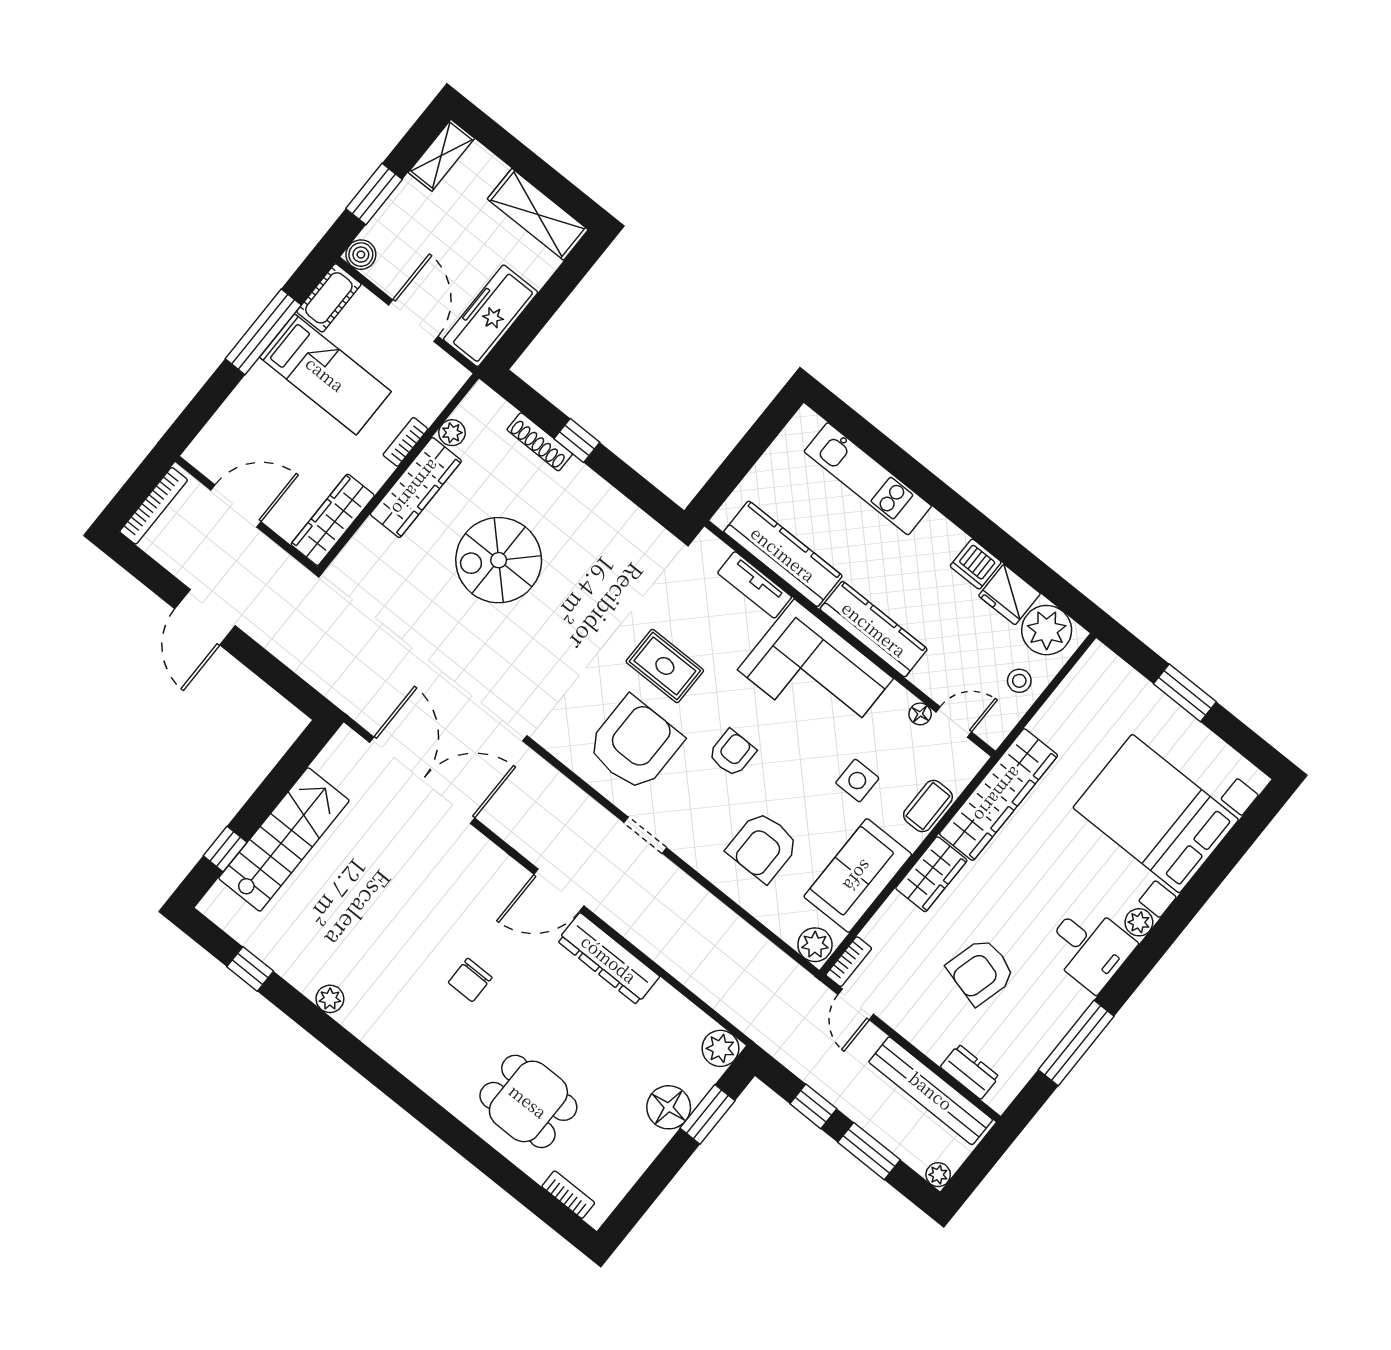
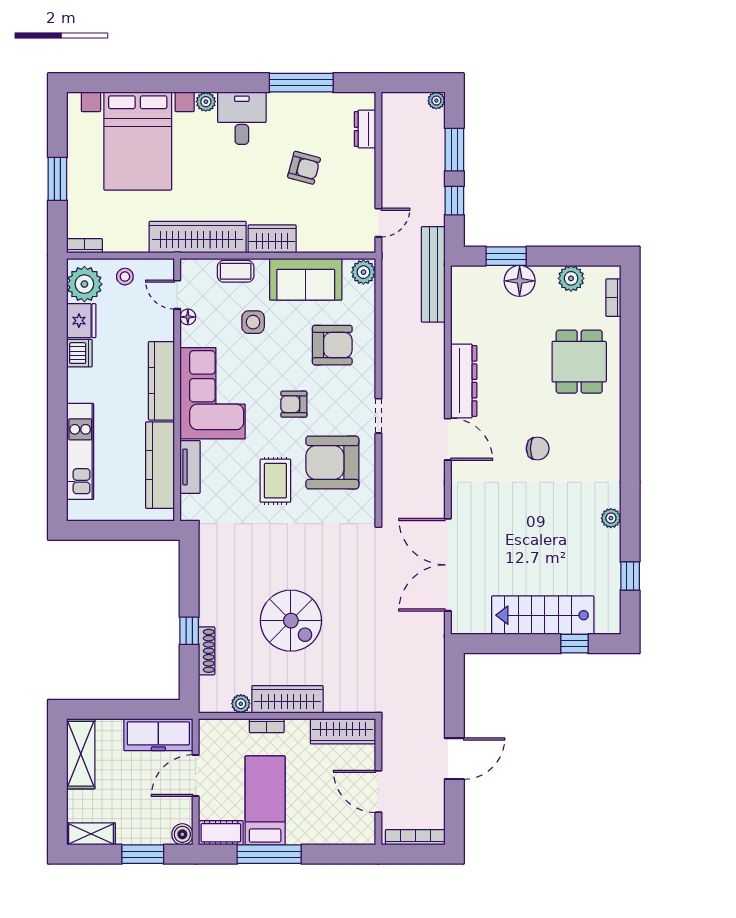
bookcase: (849, 962) -> (85, 246), moved
armchair: (981, 971) -> (304, 168), width x0.72, depth x0.72
plant: (720, 1048) -> (571, 278), moved
bench: (931, 1091) -> (433, 274), moved

